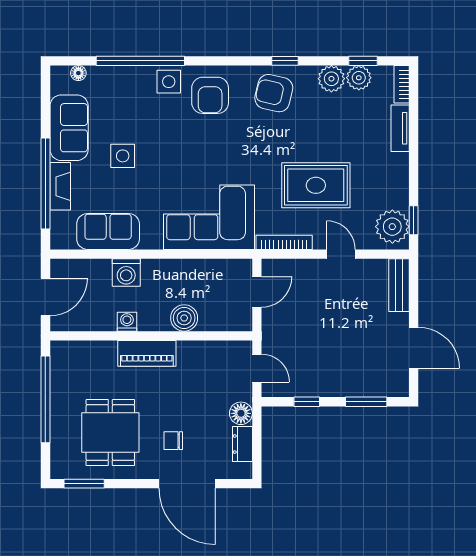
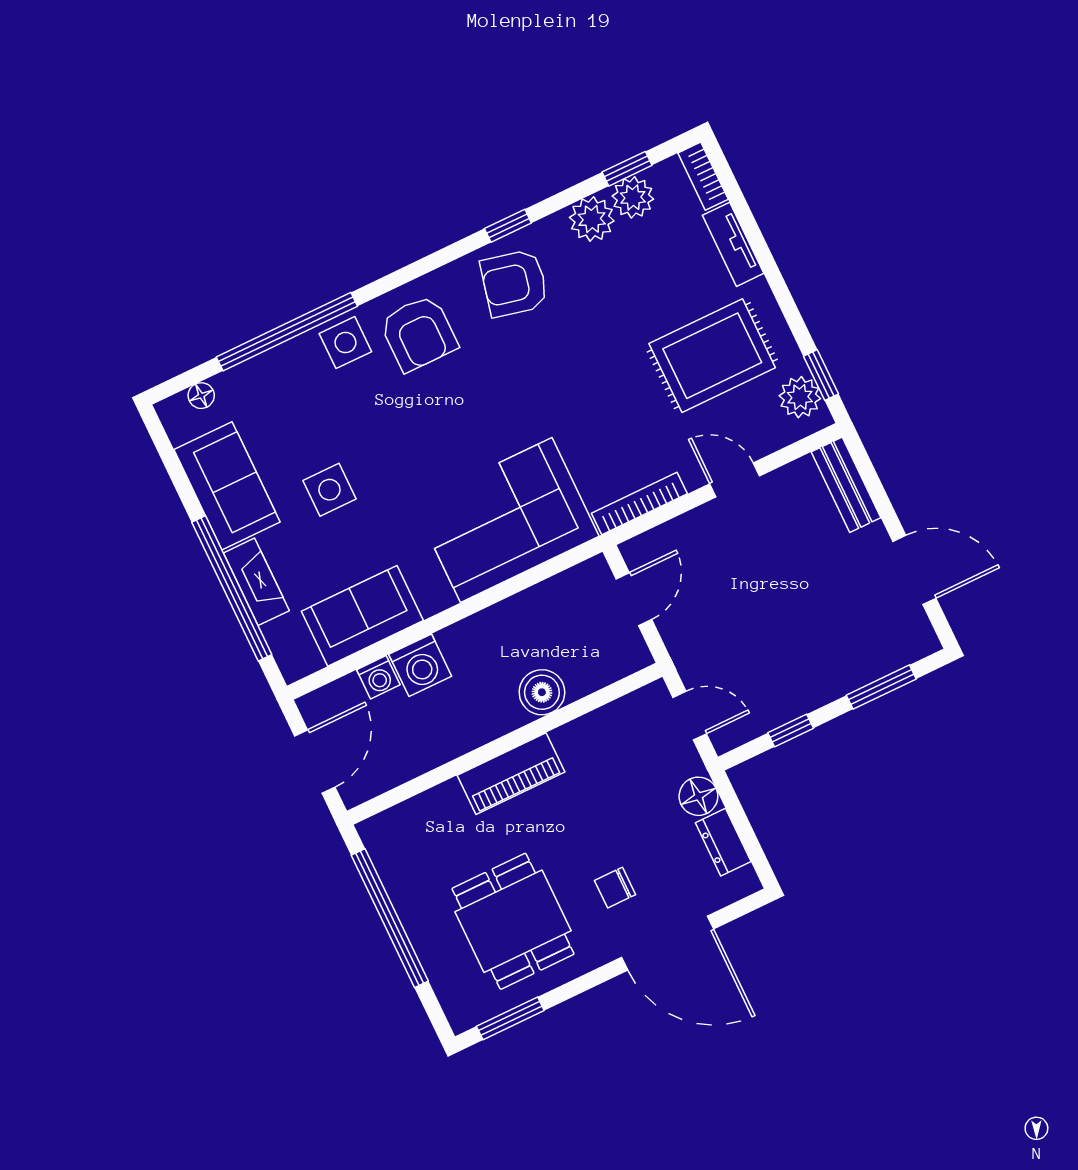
rug: (316, 185) -> (712, 356), moved
plant: (392, 227) -> (800, 397), width x0.73, depth x0.73
washing machine: (127, 322) -> (378, 677), moved, turned 180

